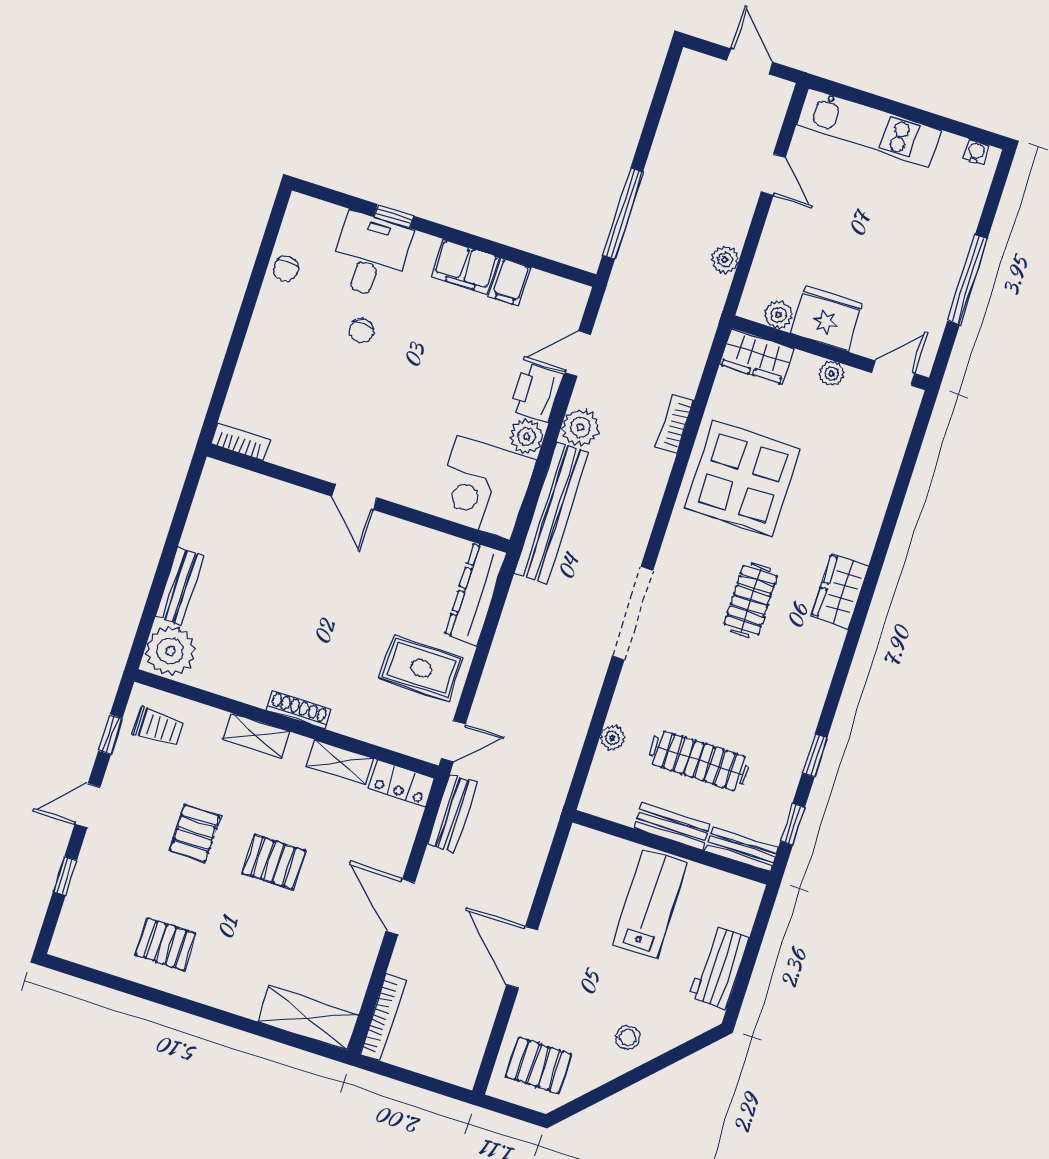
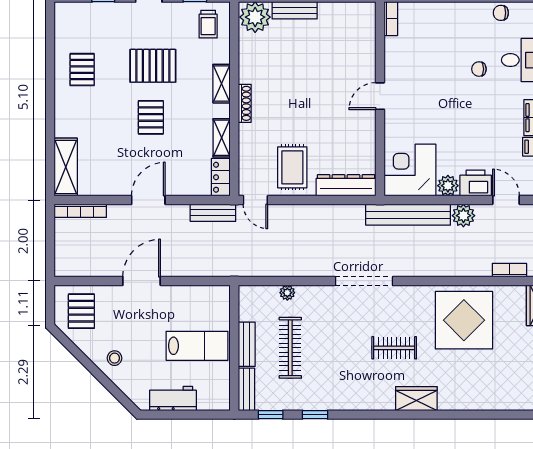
bookcase: (675, 424) -> (509, 270), moved
pallet: (195, 833) -> (153, 66), width x1.50, depth x1.42

